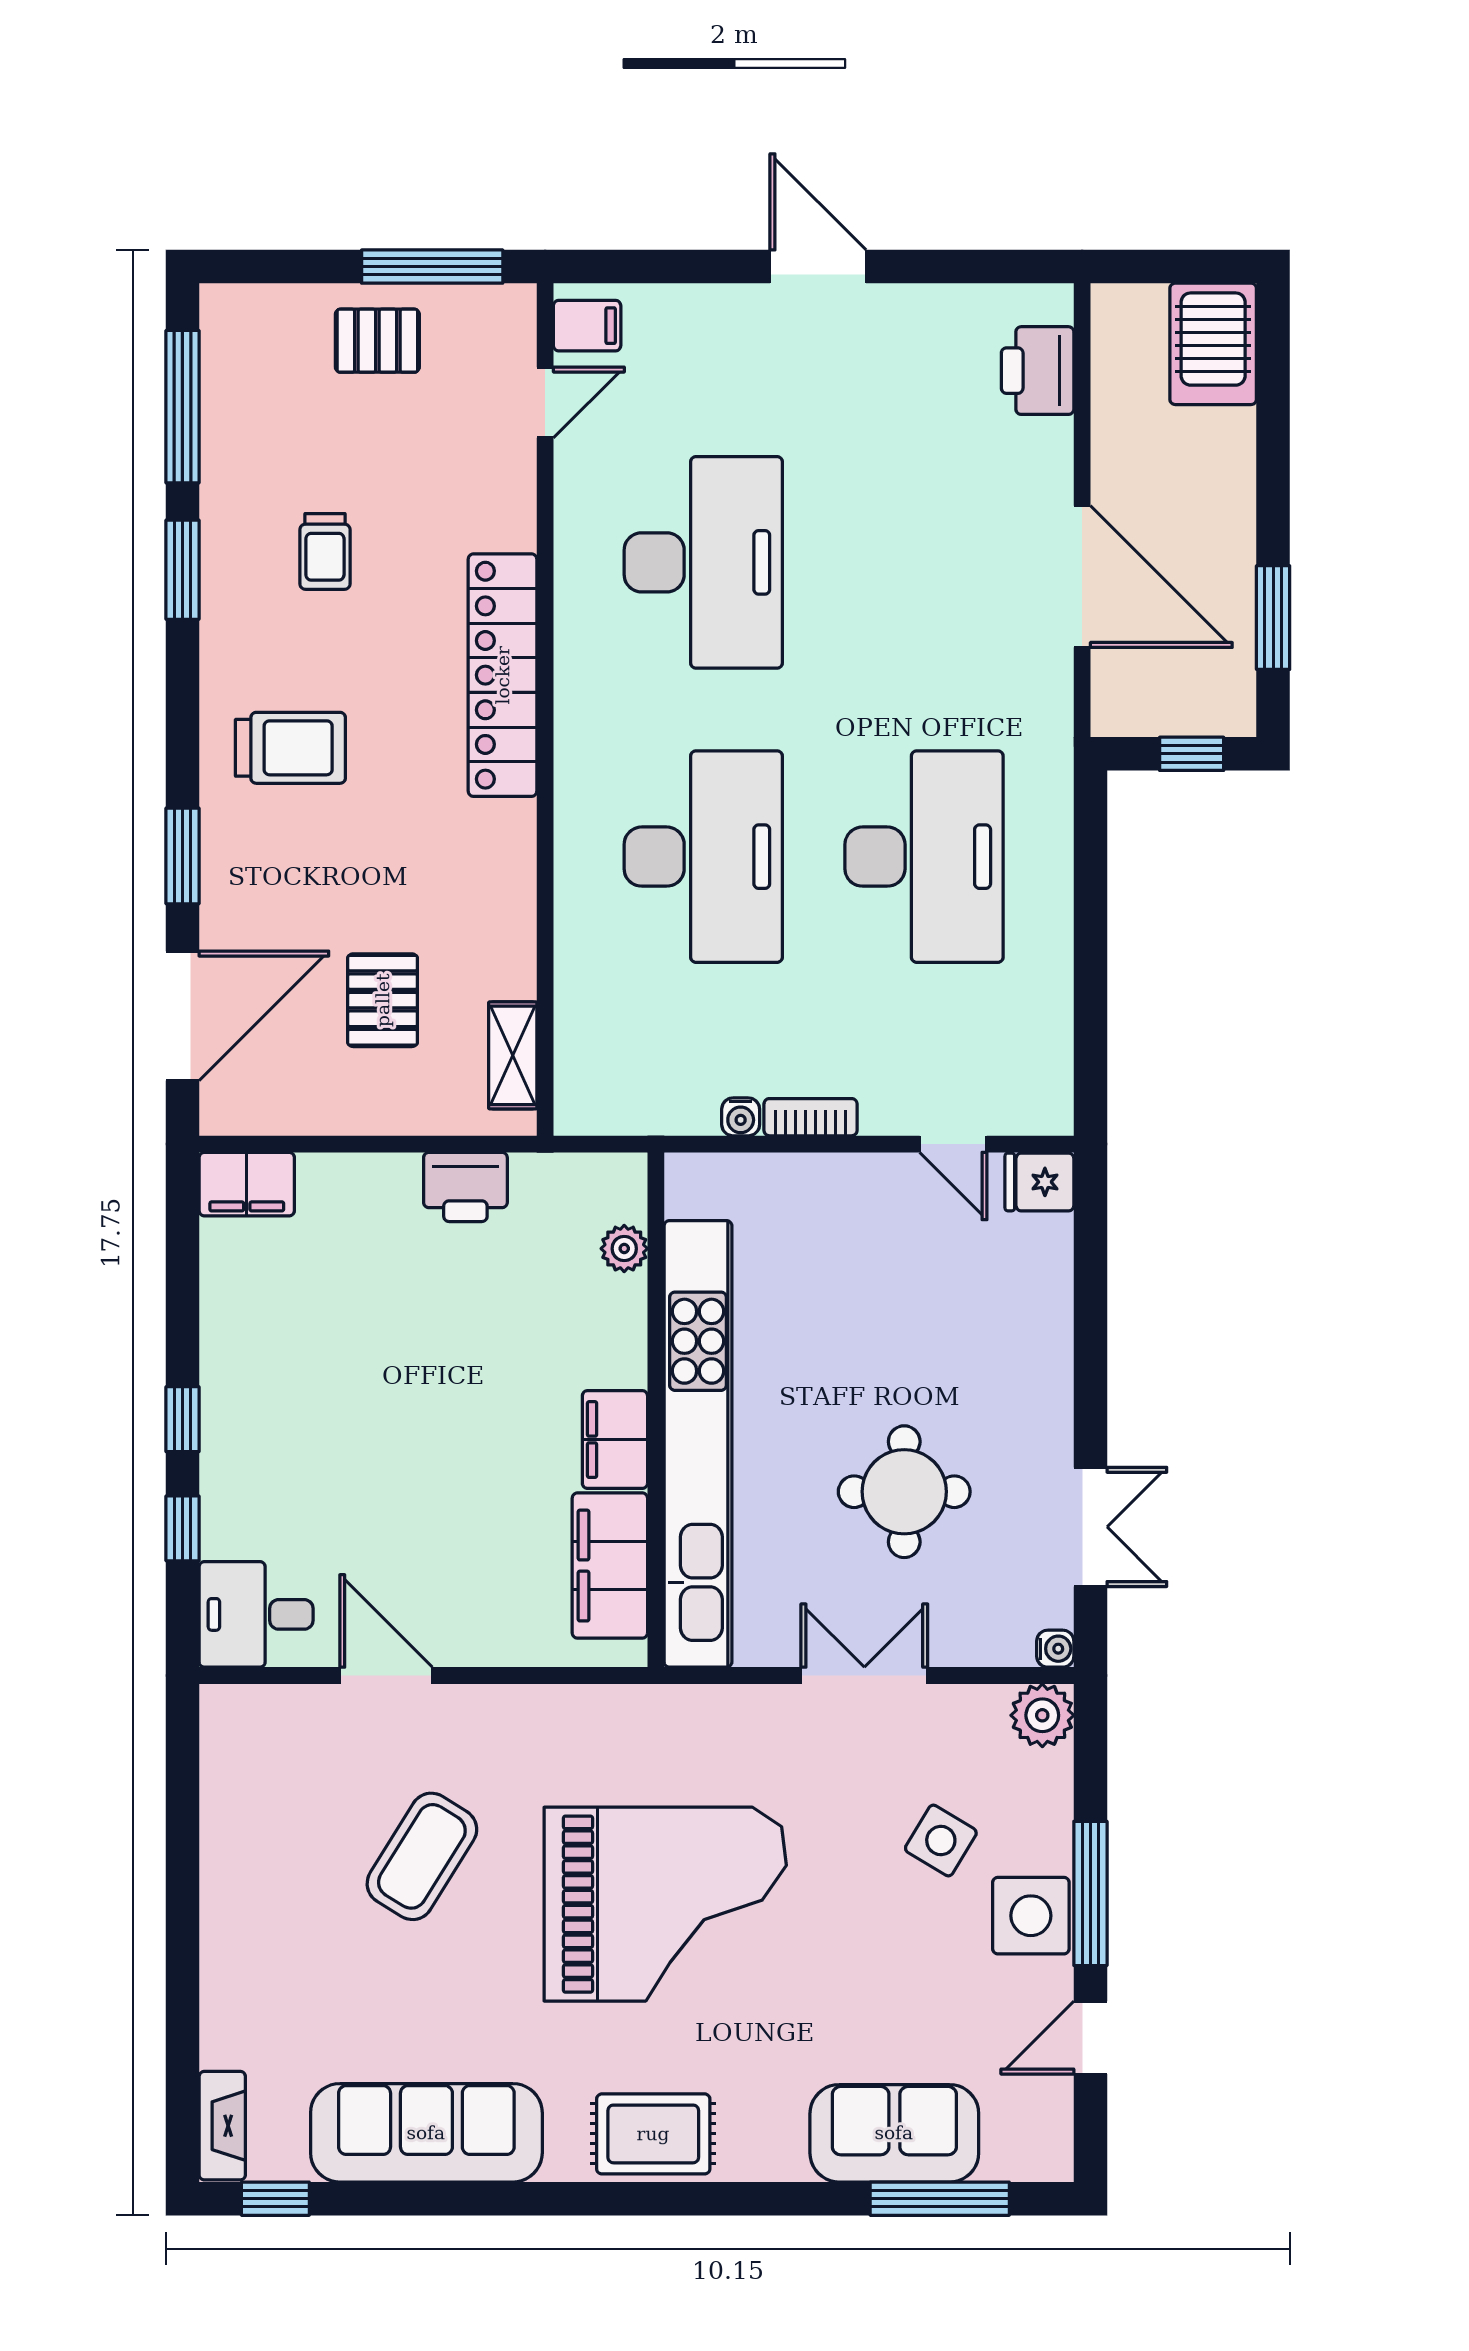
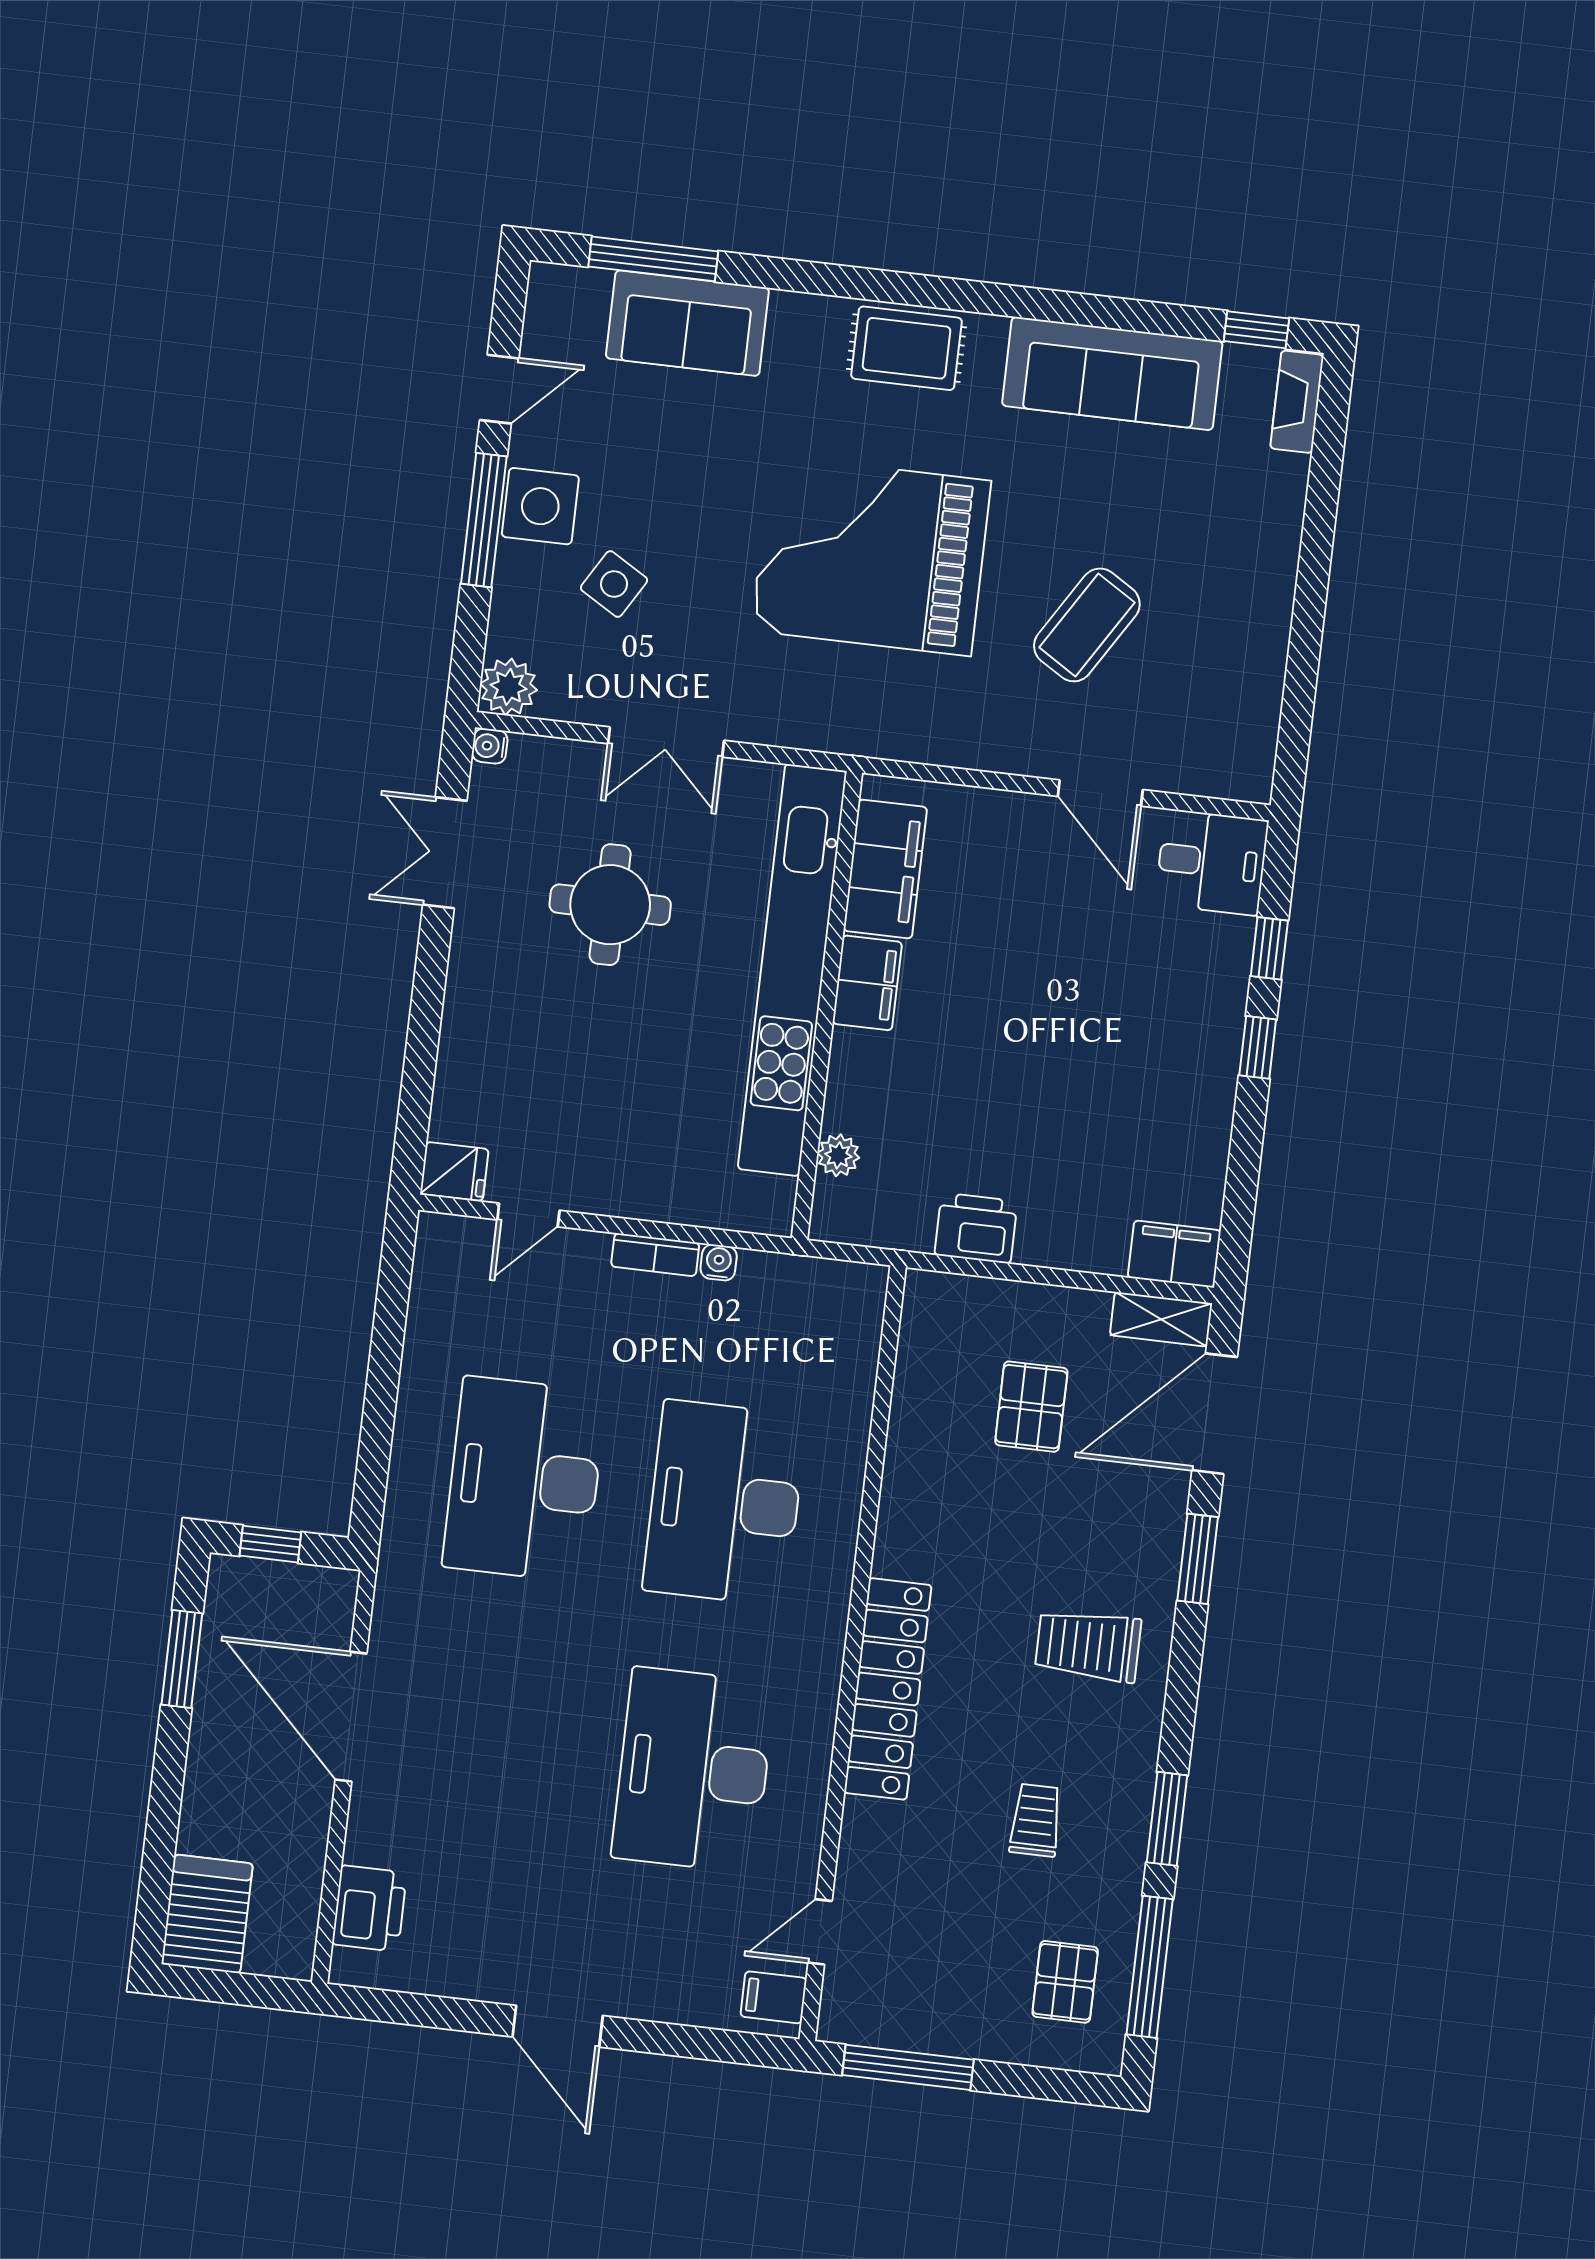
pallet: (377, 341) -> (1065, 1982), moved, turned 90
shelving: (513, 1055) -> (1161, 1319), moved, turned 90
door: (953, 1144) -> (528, 1215), swing flipped

